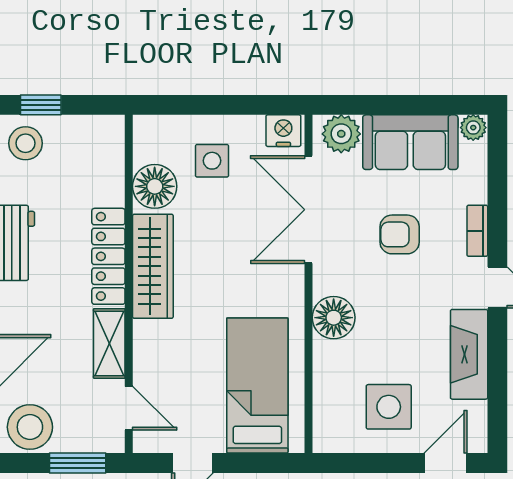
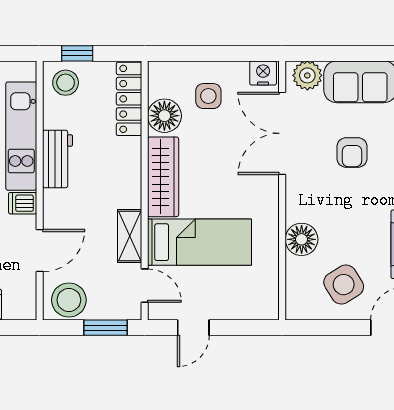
armchair: (400, 234) -> (352, 152), turned -90
locker: (108, 256) -> (129, 99), moved
floor lamp: (334, 318) -> (302, 239), moved
bed: (257, 385) -> (199, 242), moved, turned 90
side table: (389, 407) -> (344, 285), turned -32

